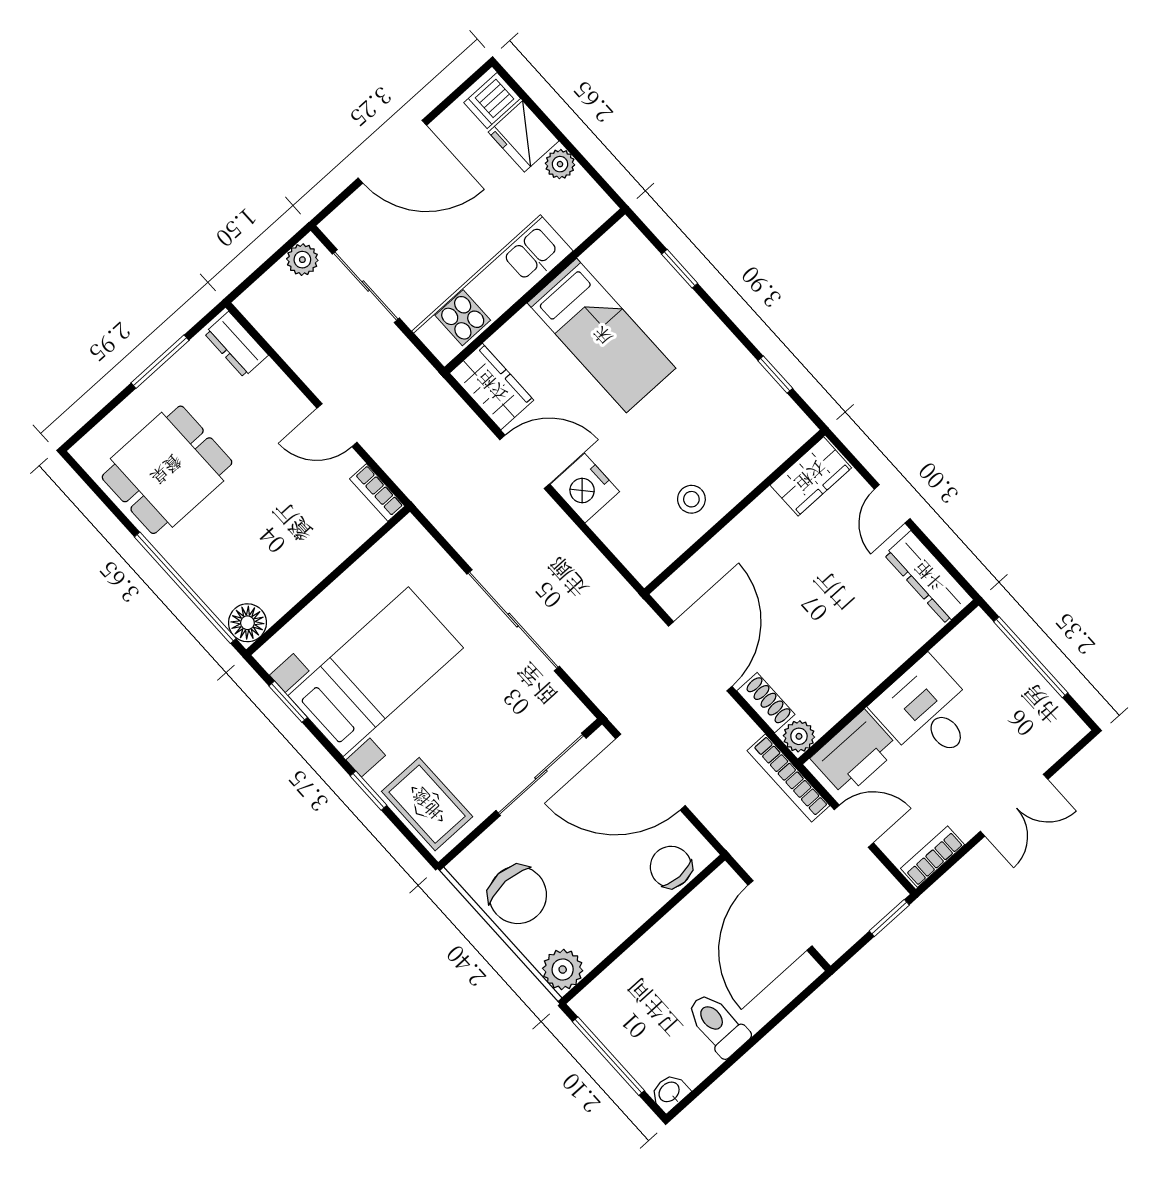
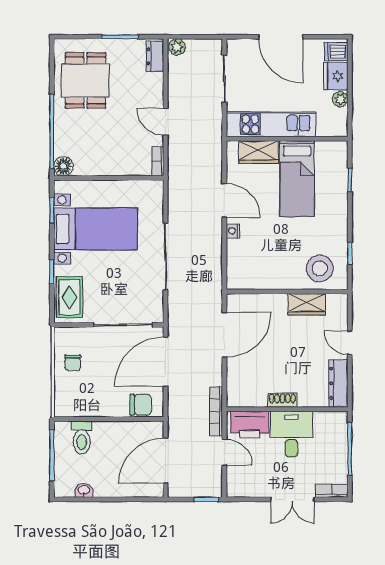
plant: (302, 260) -> (177, 47), moved
wardrobe: (492, 387) -> (259, 152), moved, turned 90
dining table: (167, 470) -> (85, 80), turned 90
wardrobe: (811, 476) -> (307, 304), moved
nightstand: (585, 488) -> (233, 231), width x0.53, depth x0.56
stool: (691, 499) -> (320, 268), moved, width x1.89, depth x1.89
door: (892, 504) -> (350, 343), hinge flipped
shoe rack: (766, 703) -> (282, 400), moved, turned -90
plant: (799, 736) -> (234, 399), removed
door: (650, 772) -> (165, 362), hinge flipped
bookcase: (933, 857) -> (331, 491), moved
chair: (671, 867) -> (141, 405), turned 90
chair: (518, 895) -> (73, 363), width x0.54, depth x0.54
plant: (563, 970) -> (64, 407), removed
toilet: (718, 1025) -> (82, 438), moved, turned 180
washbasin: (670, 1093) -> (84, 490), moved

